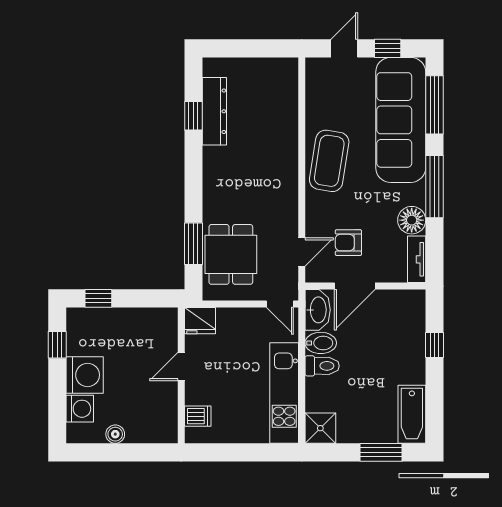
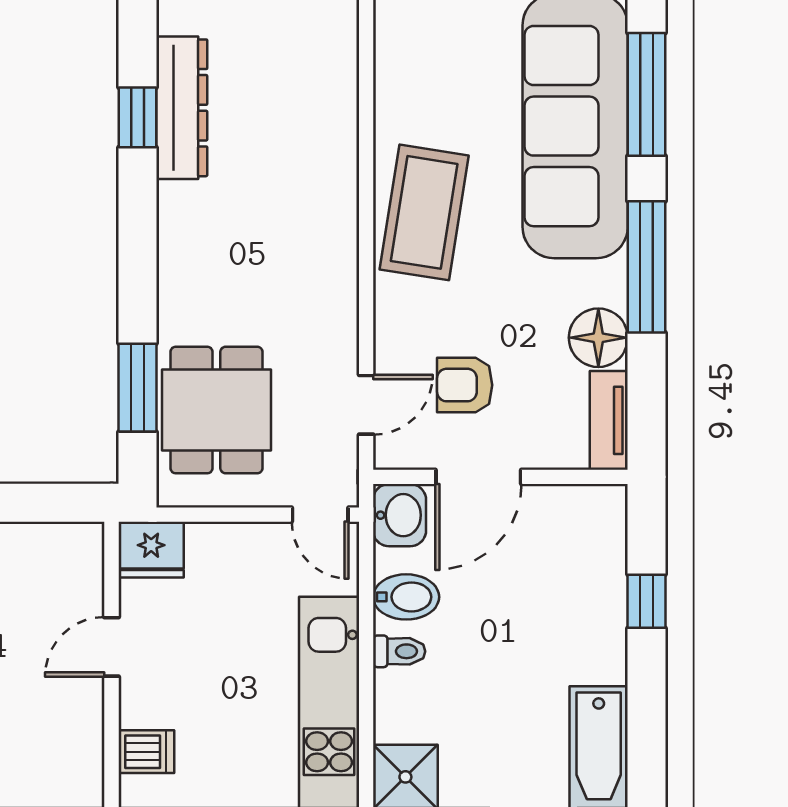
washbasin: (318, 310) -> (400, 515), width x0.72
toilet: (322, 366) -> (399, 651), width x0.73, depth x0.72

